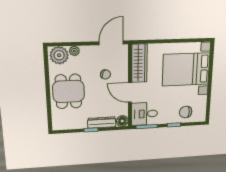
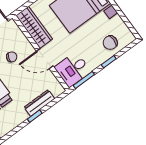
floor lamp: (122, 121) -> (57, 89), removed

